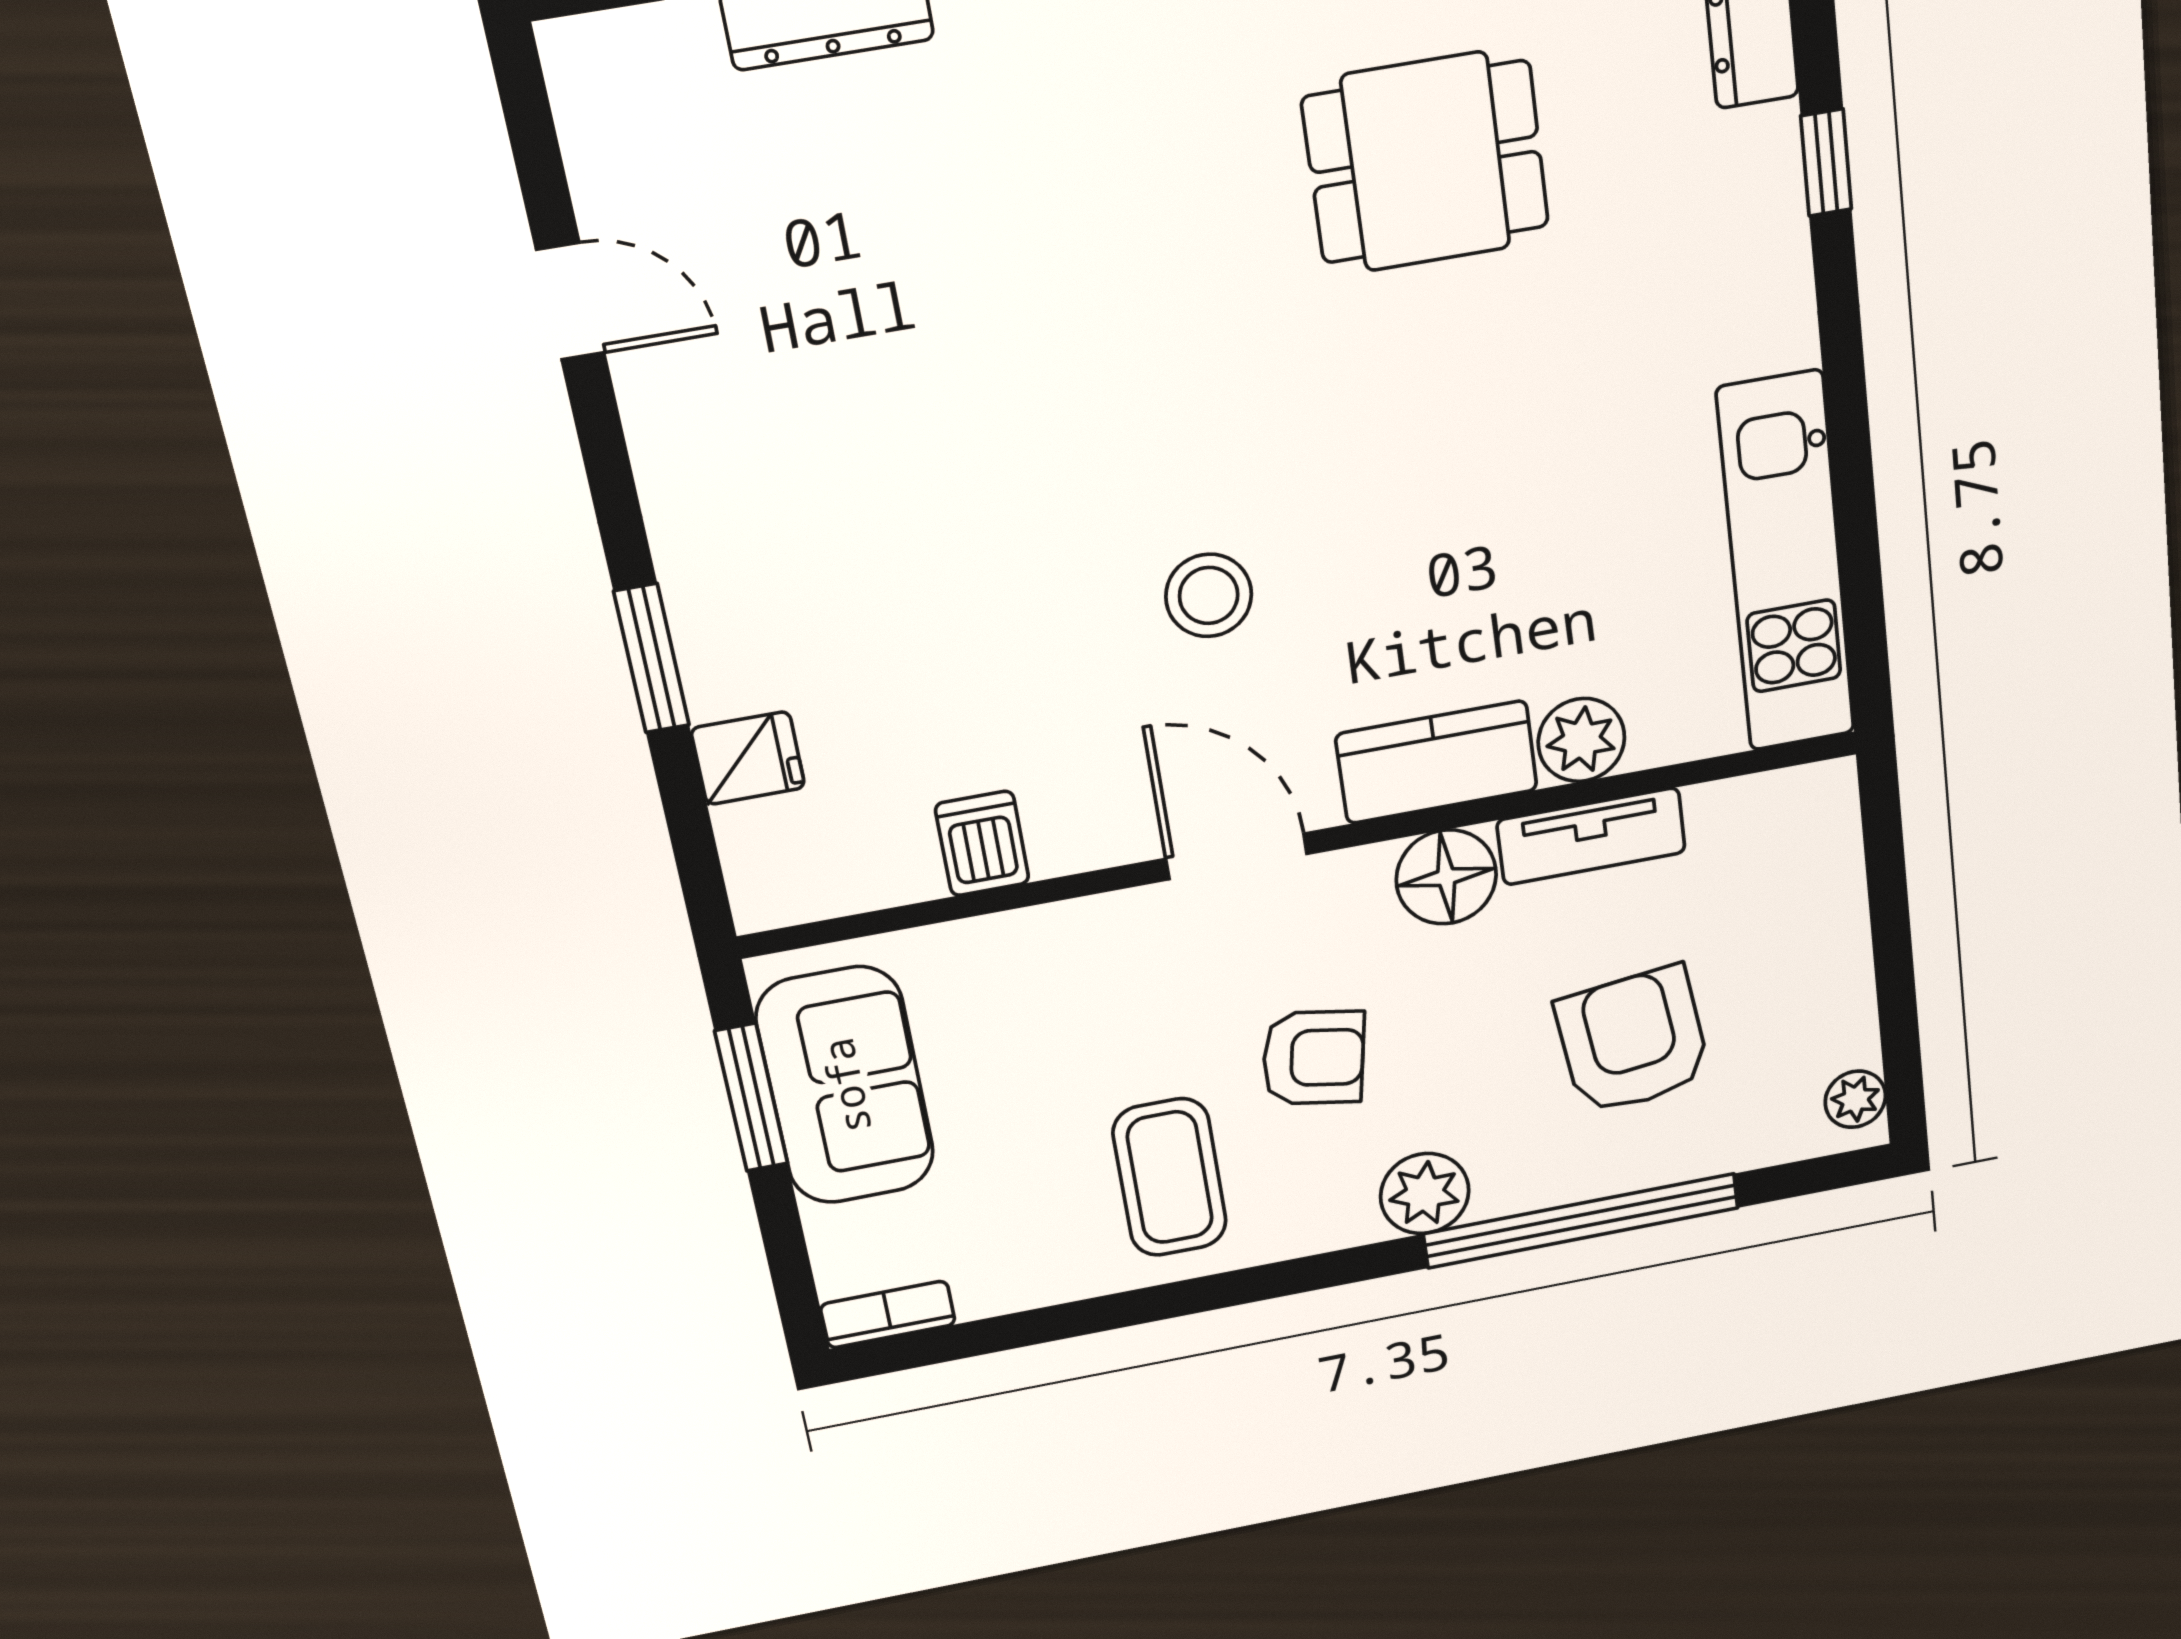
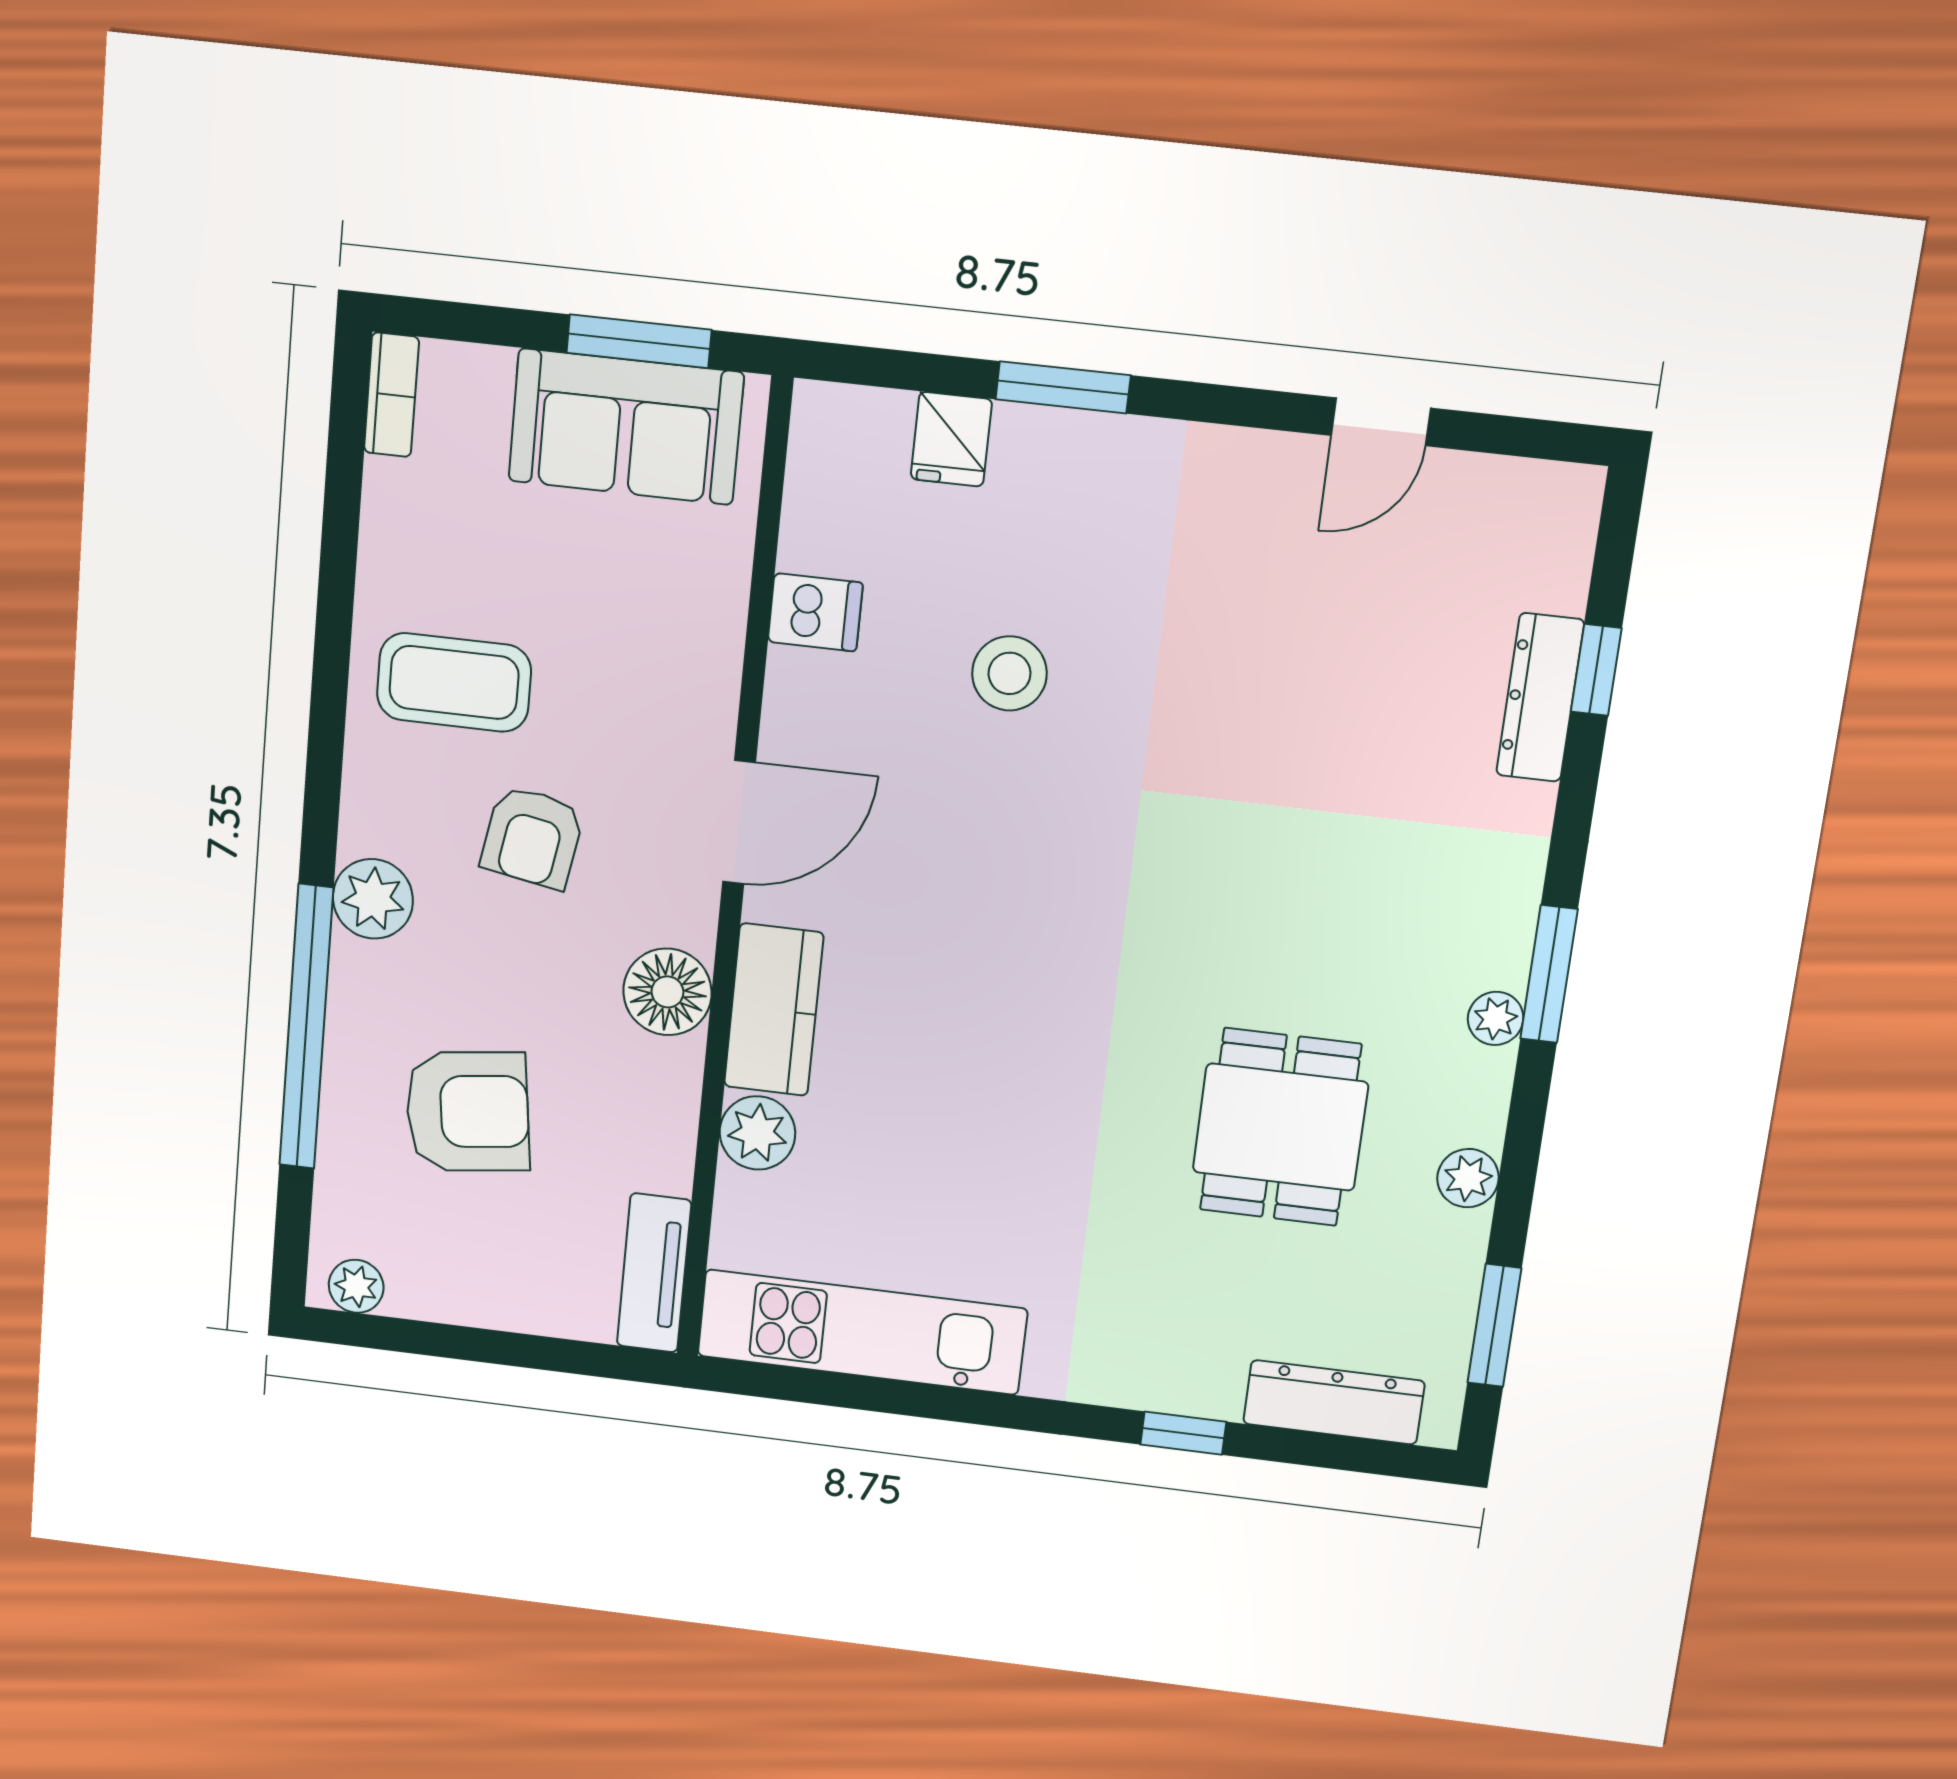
stool: (1209, 595) -> (1009, 673), moved
tv unit: (1591, 836) -> (654, 1273), moved

